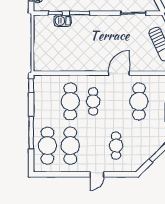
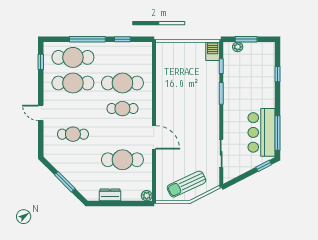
barbecue: (62, 21) -> (213, 51), moved
window: (31, 86) -> (122, 39), moved
window: (51, 174) -> (41, 62), added

